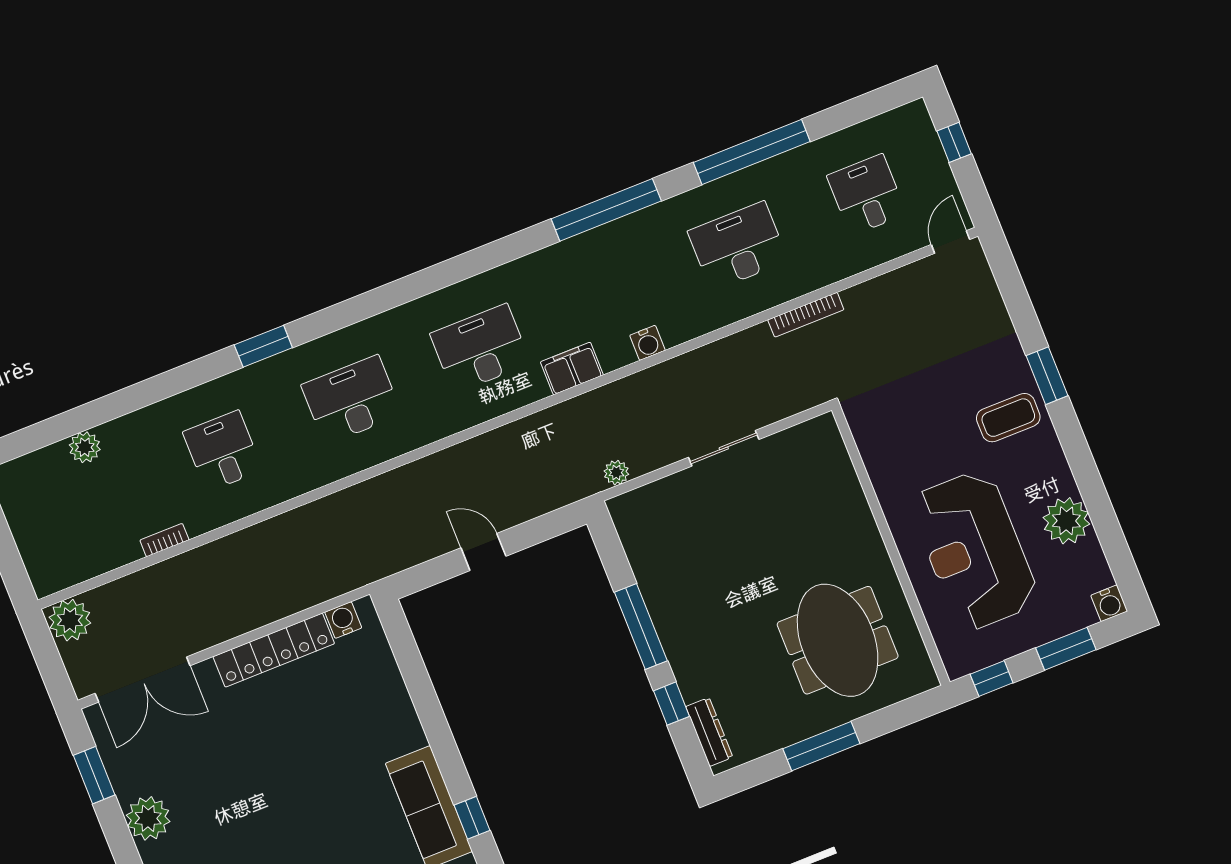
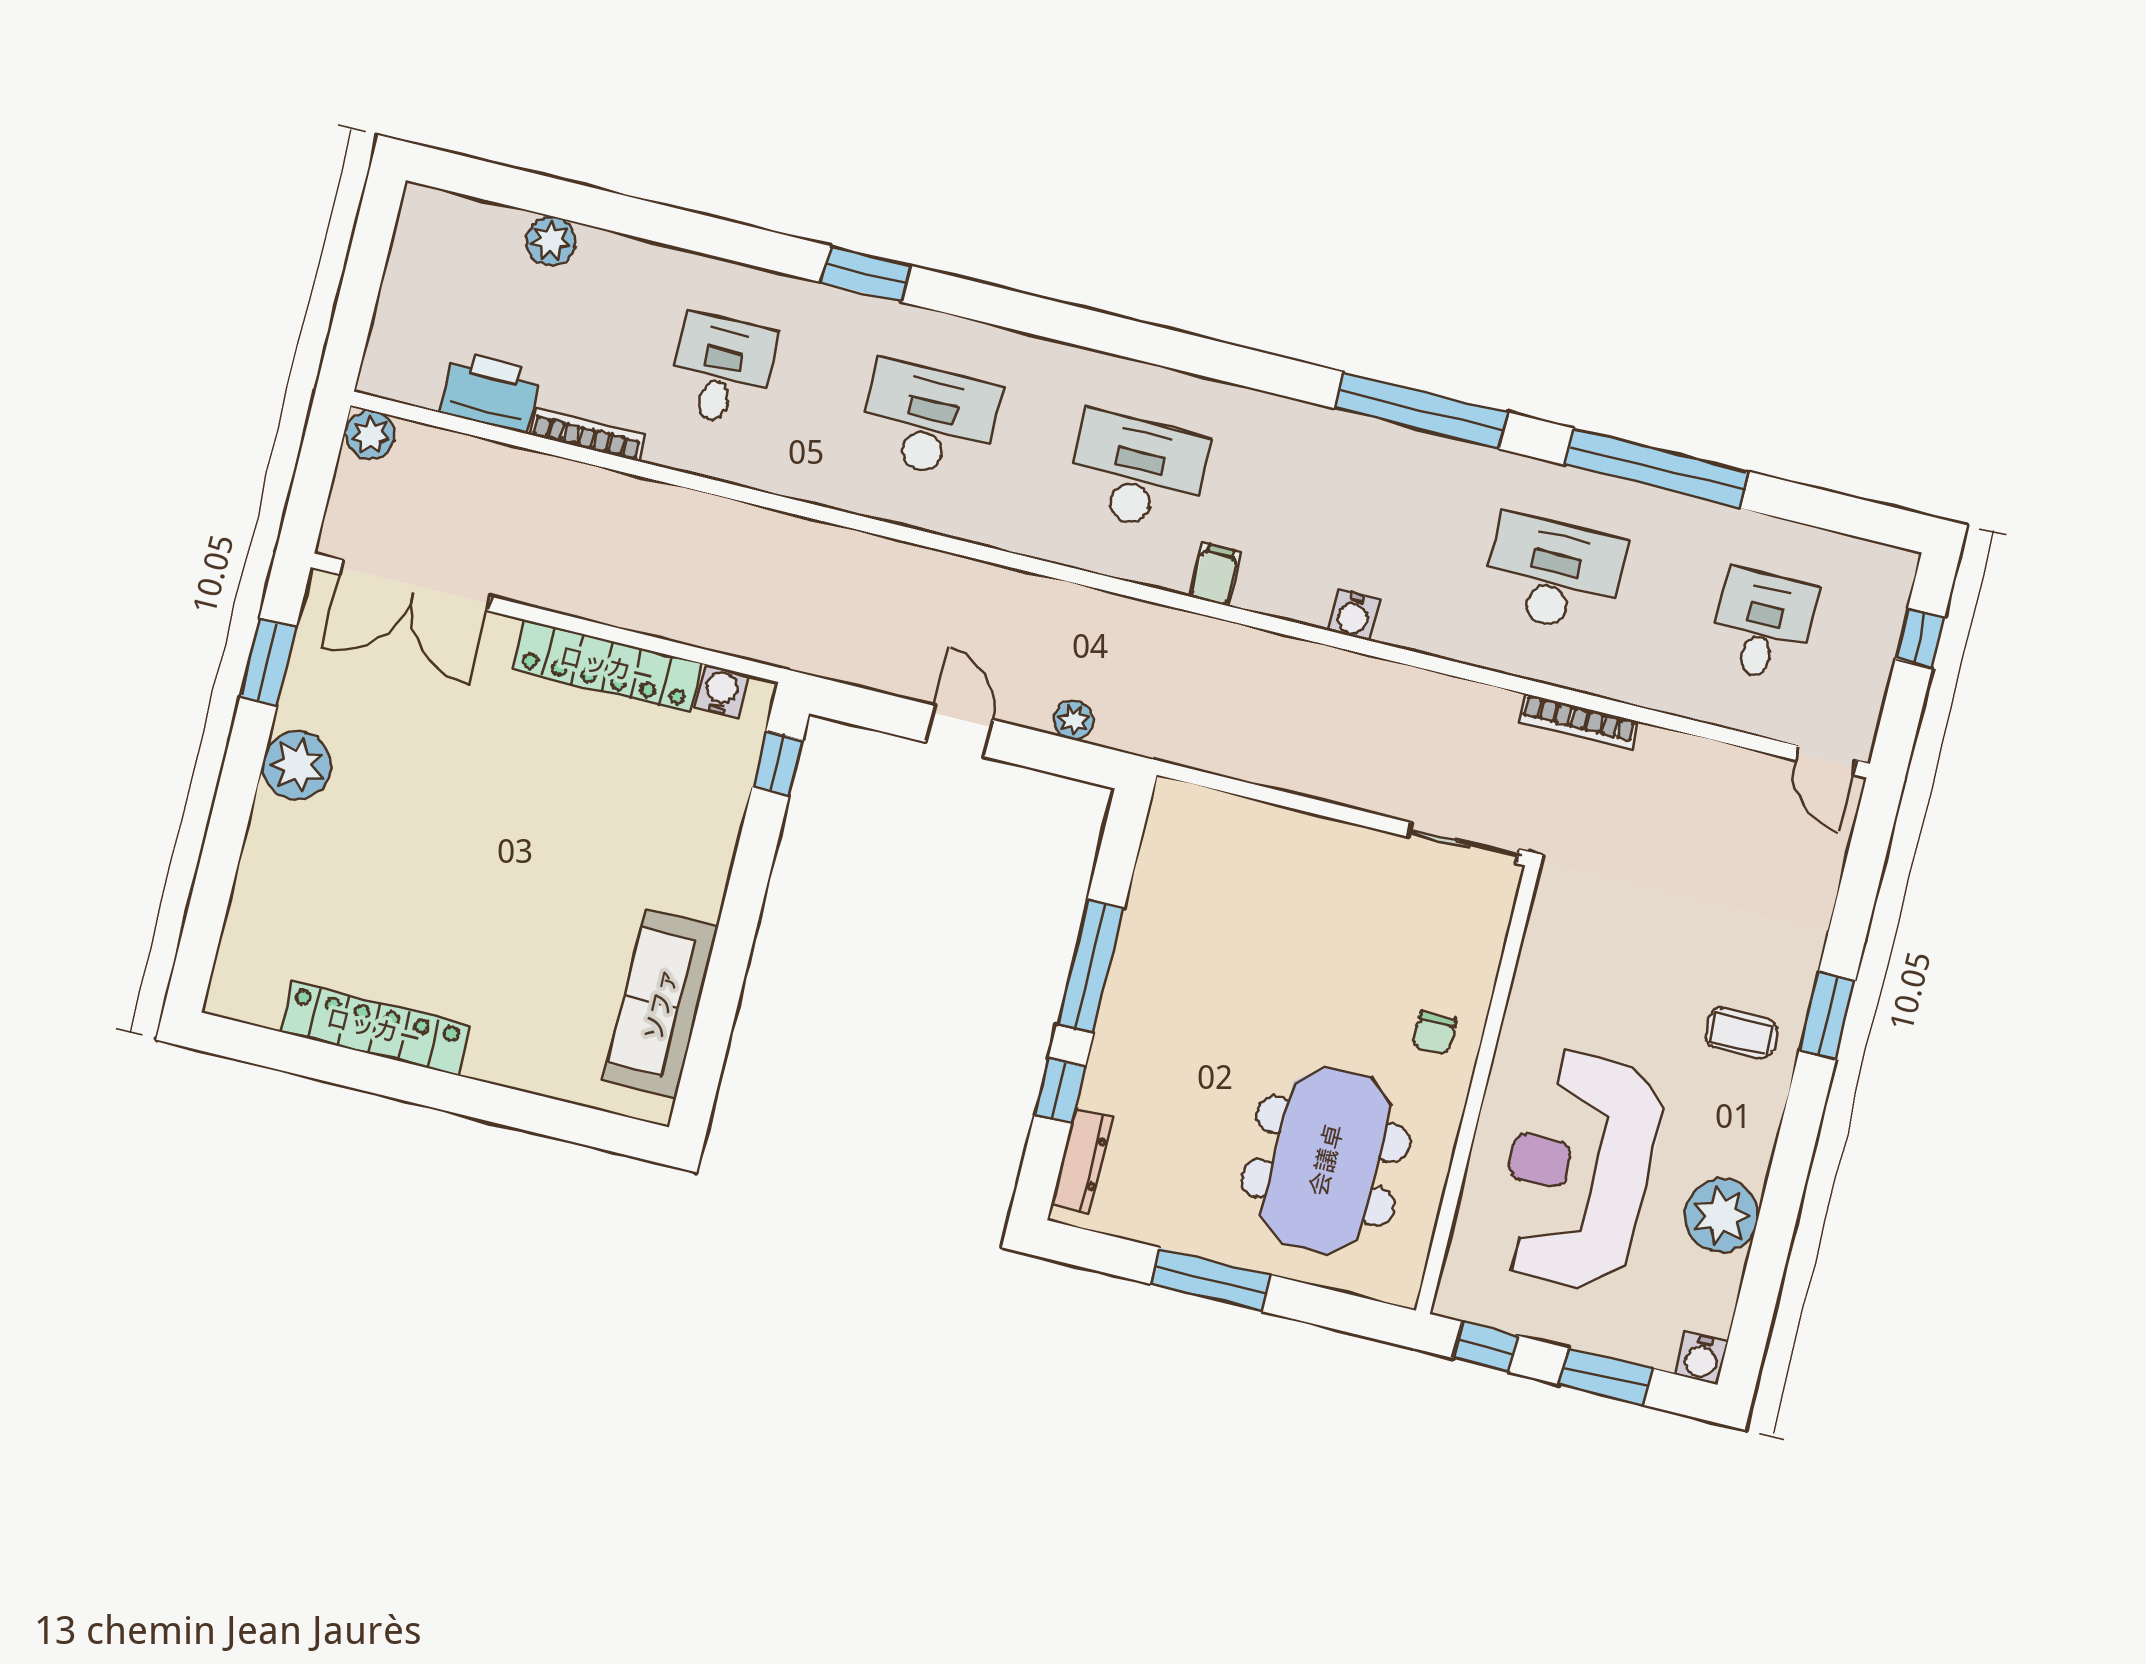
door: (950, 242) -> (1826, 760), swing flipped
filing cabinet: (572, 368) -> (1215, 574), width x0.50
coffee table: (1008, 418) -> (1741, 1033), width x0.73, depth x0.77
sliding door: (724, 448) -> (1463, 843), moved
plant: (616, 473) -> (1073, 720), moved
chair: (847, 532) -> (1434, 1033), added
bookcase: (164, 540) -> (587, 434), width x1.56
printer: (110, 549) -> (490, 392), added
plant: (70, 620) -> (370, 435), width x0.73, depth x0.73
window: (472, 818) -> (778, 763), moved

